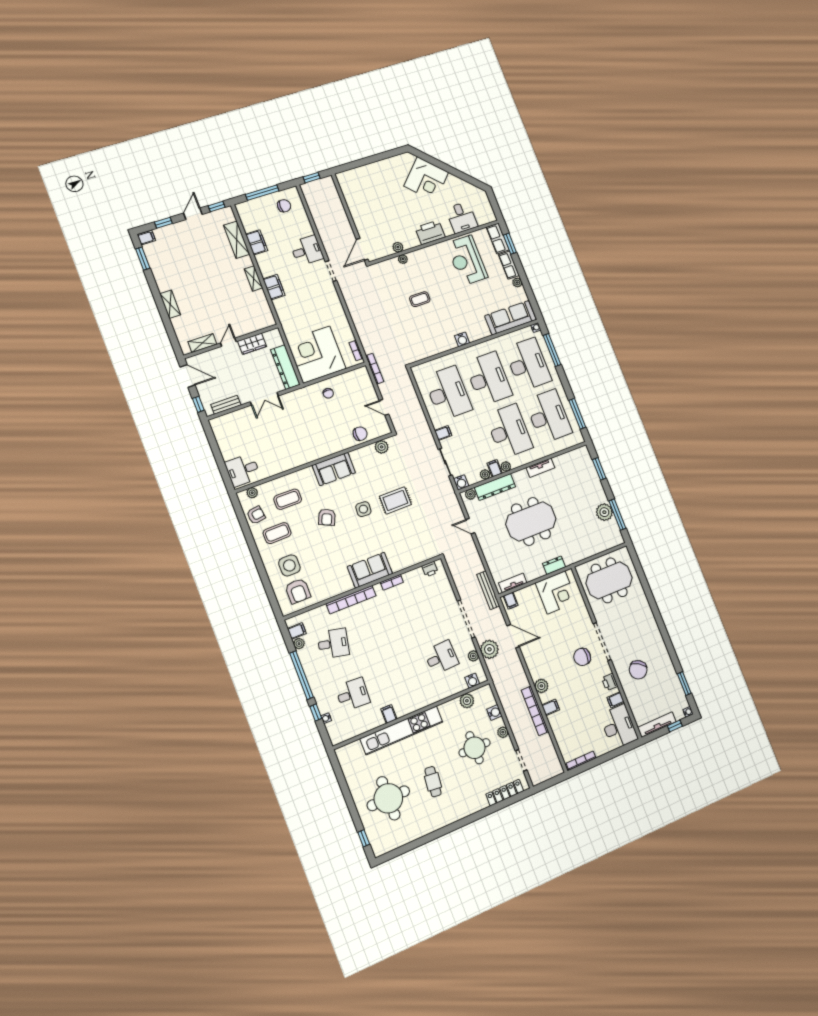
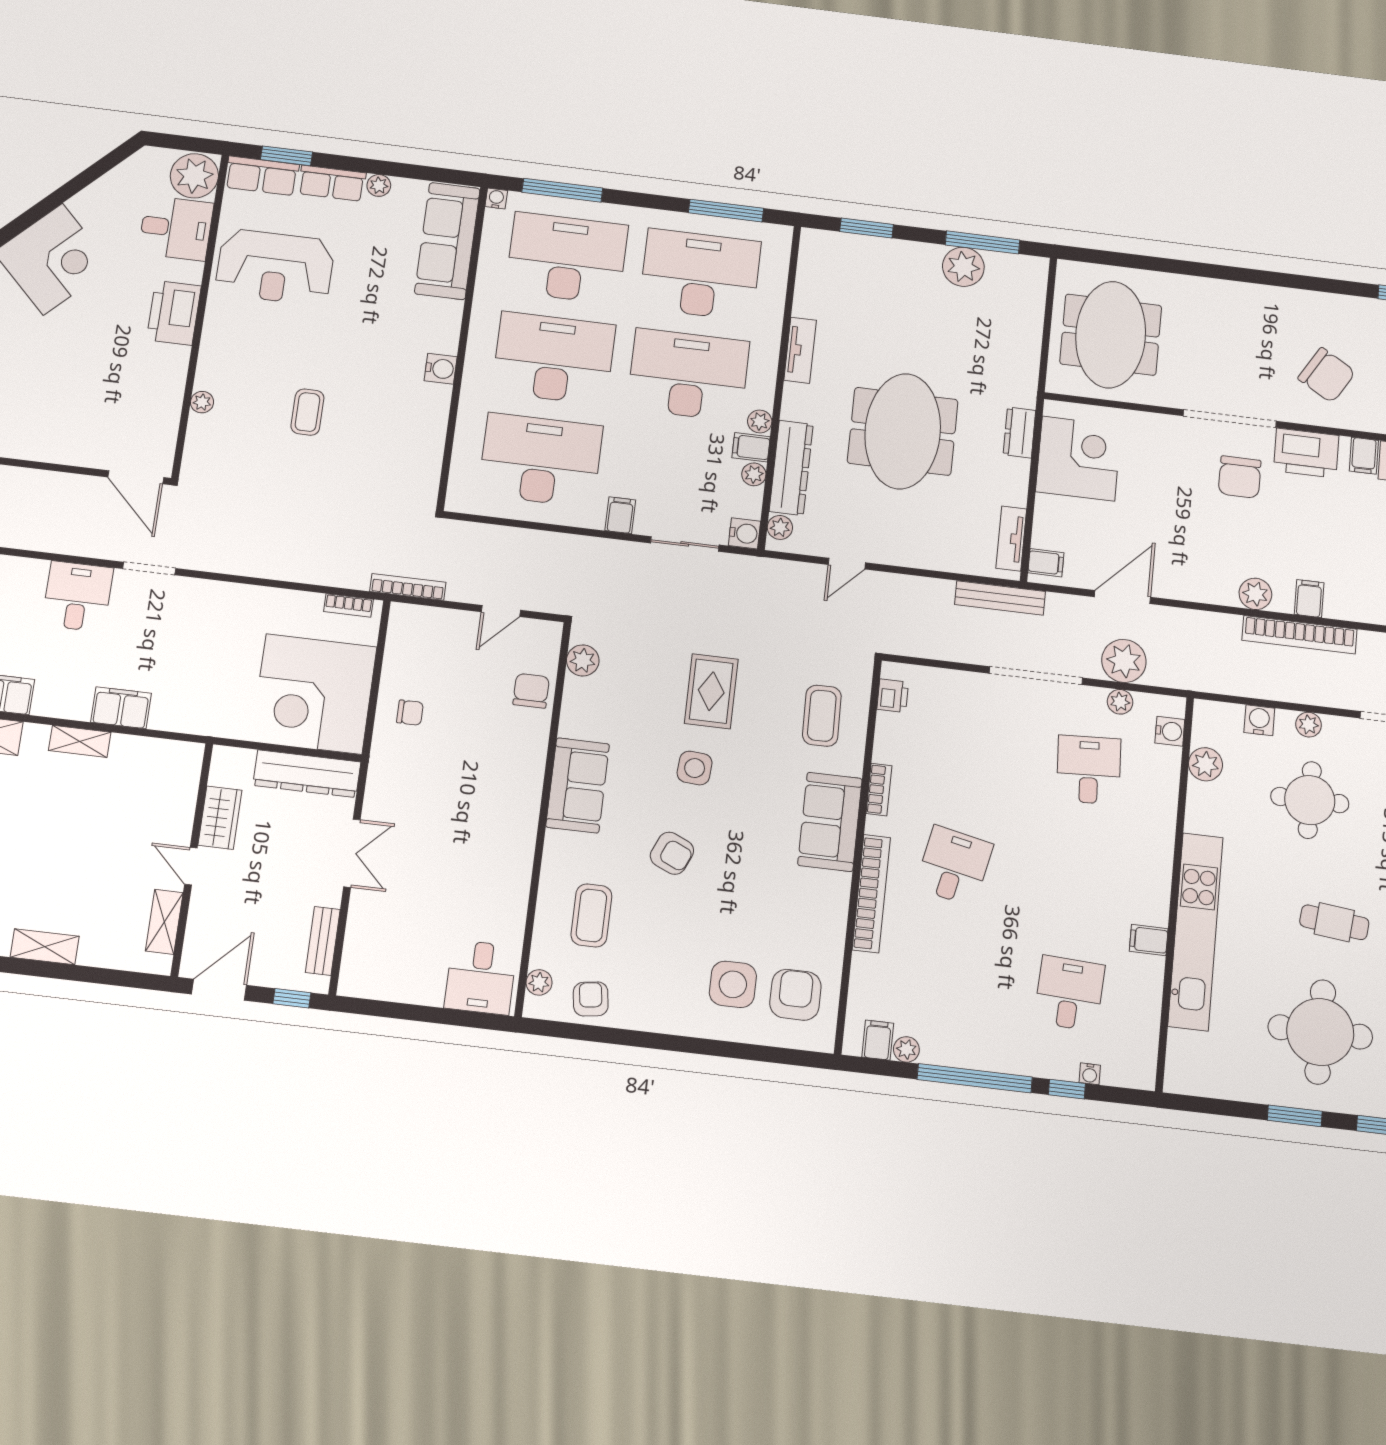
plant: (398, 247) -> (194, 176), moved, width x1.87, depth x1.87
coffee table: (277, 533) -> (822, 716), moved
armchair: (298, 591) -> (795, 995), turned -90
desk: (333, 644) -> (954, 866), moved
printer: (610, 682) -> (1306, 453), width x1.87, depth x1.48
window: (351, 805) -> (1295, 1116), added

